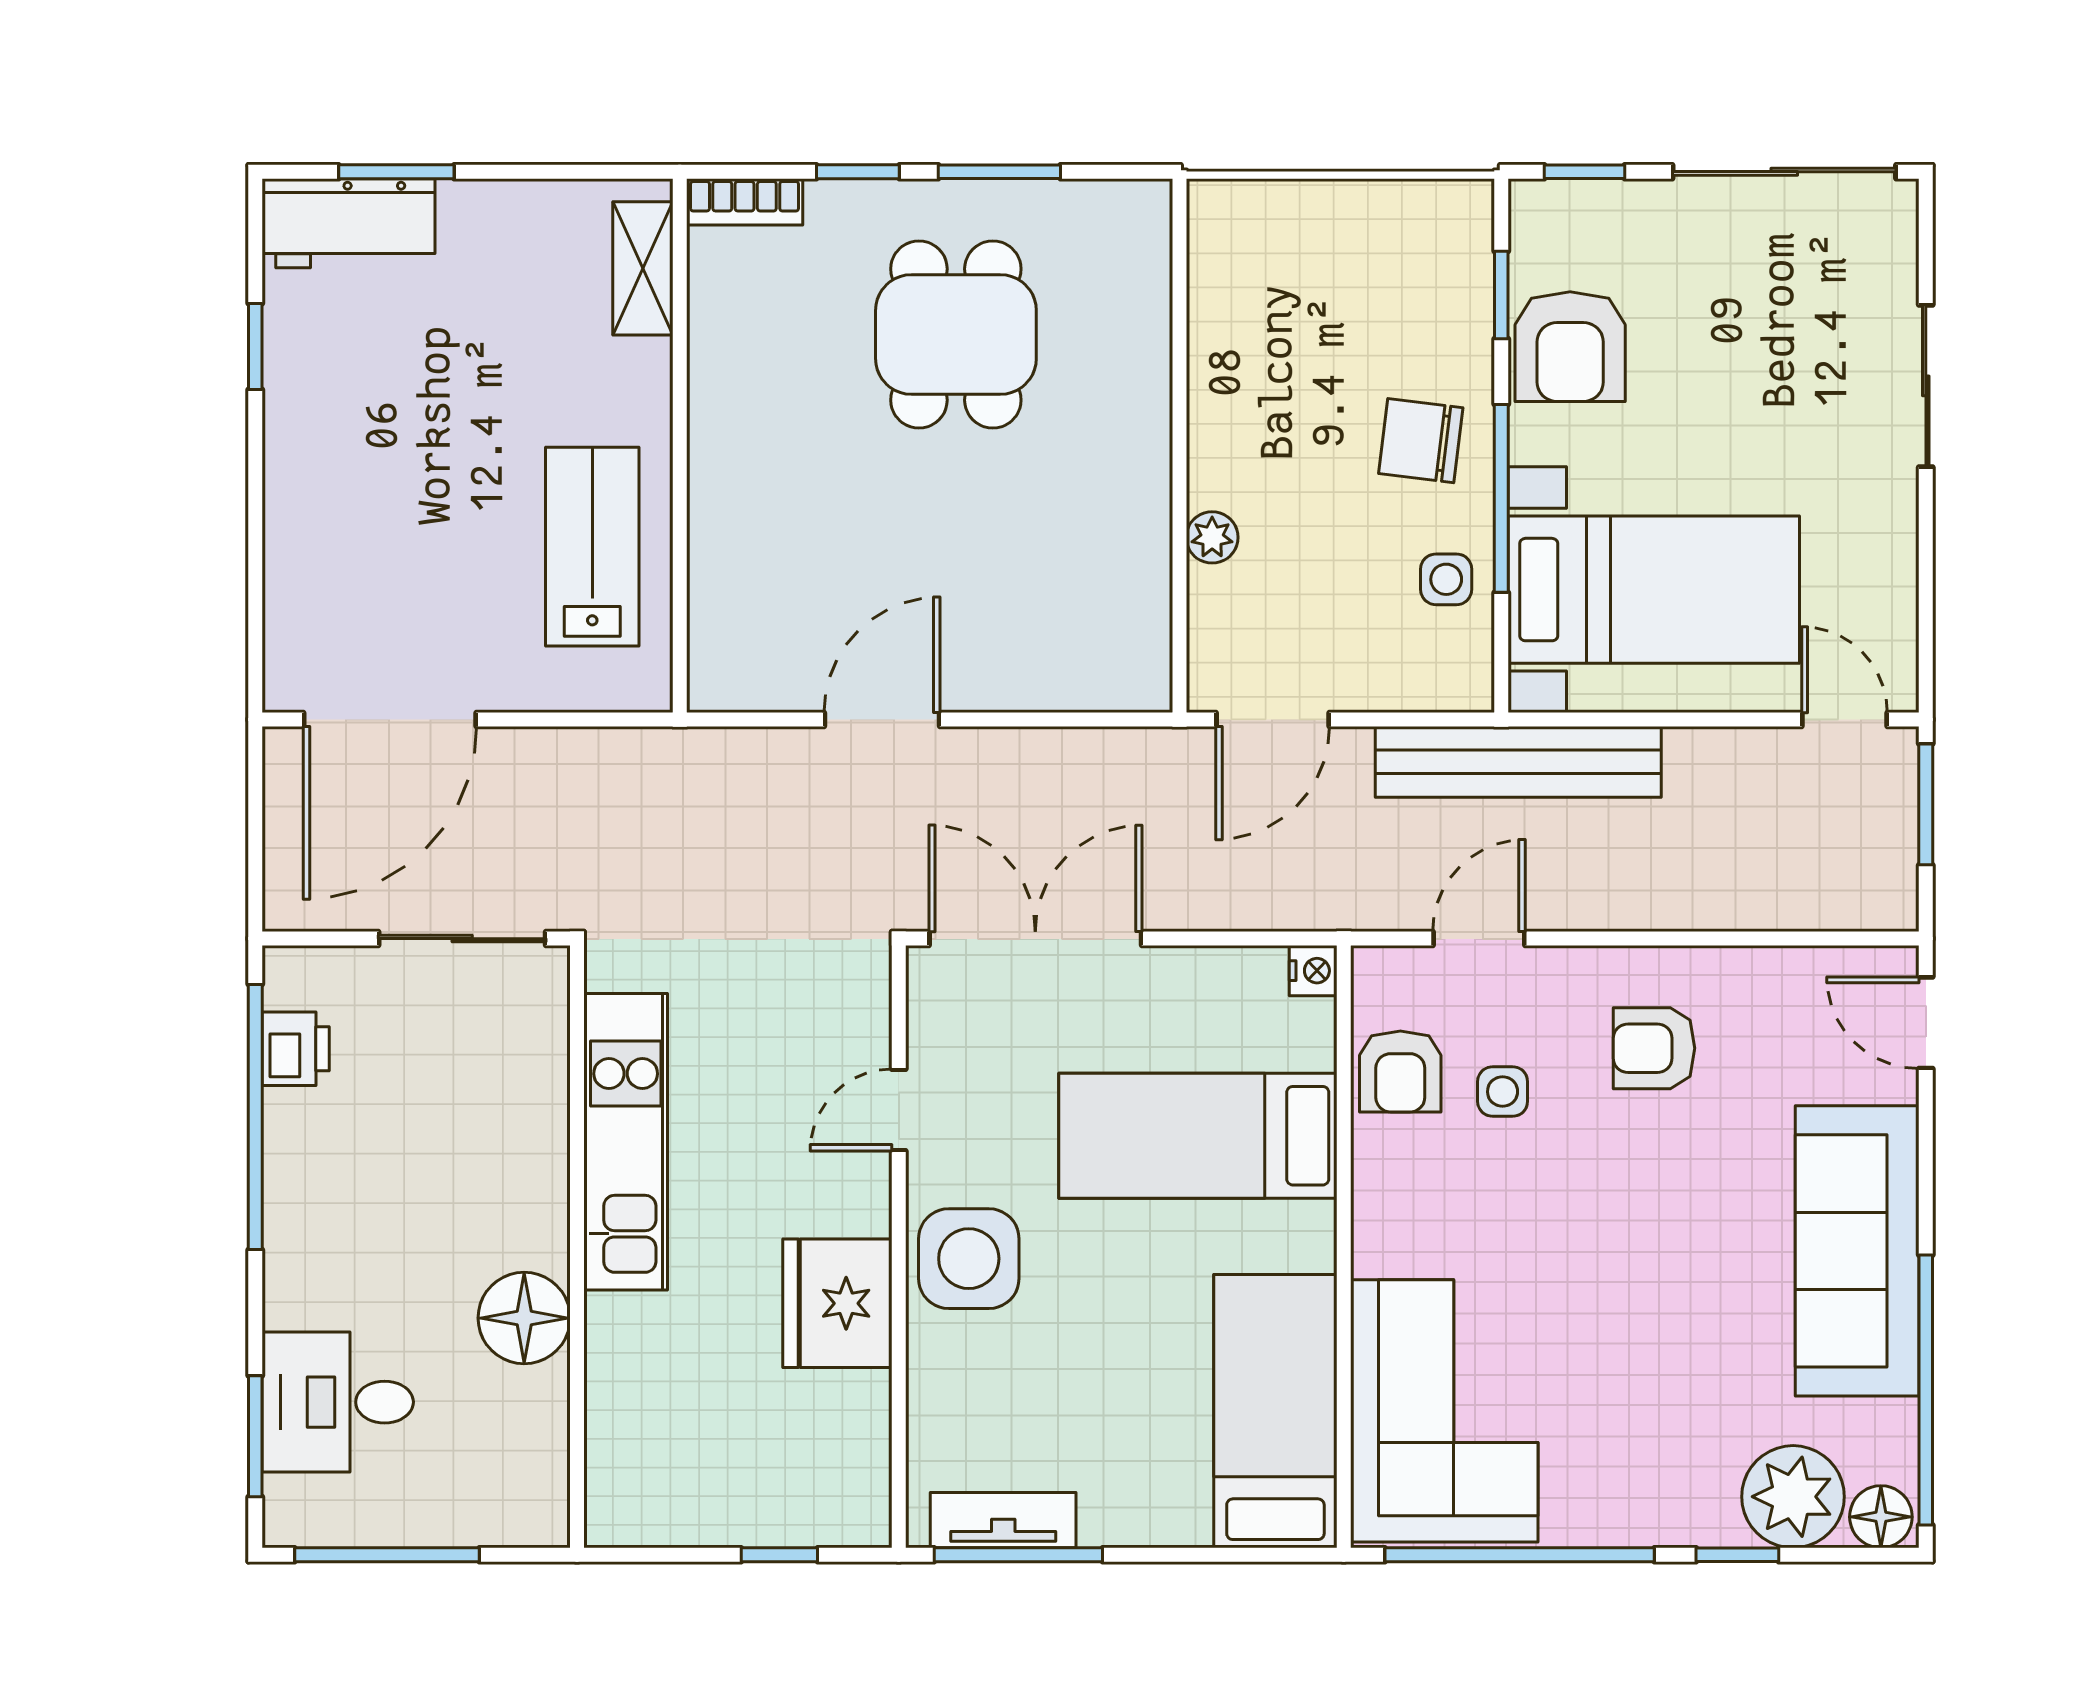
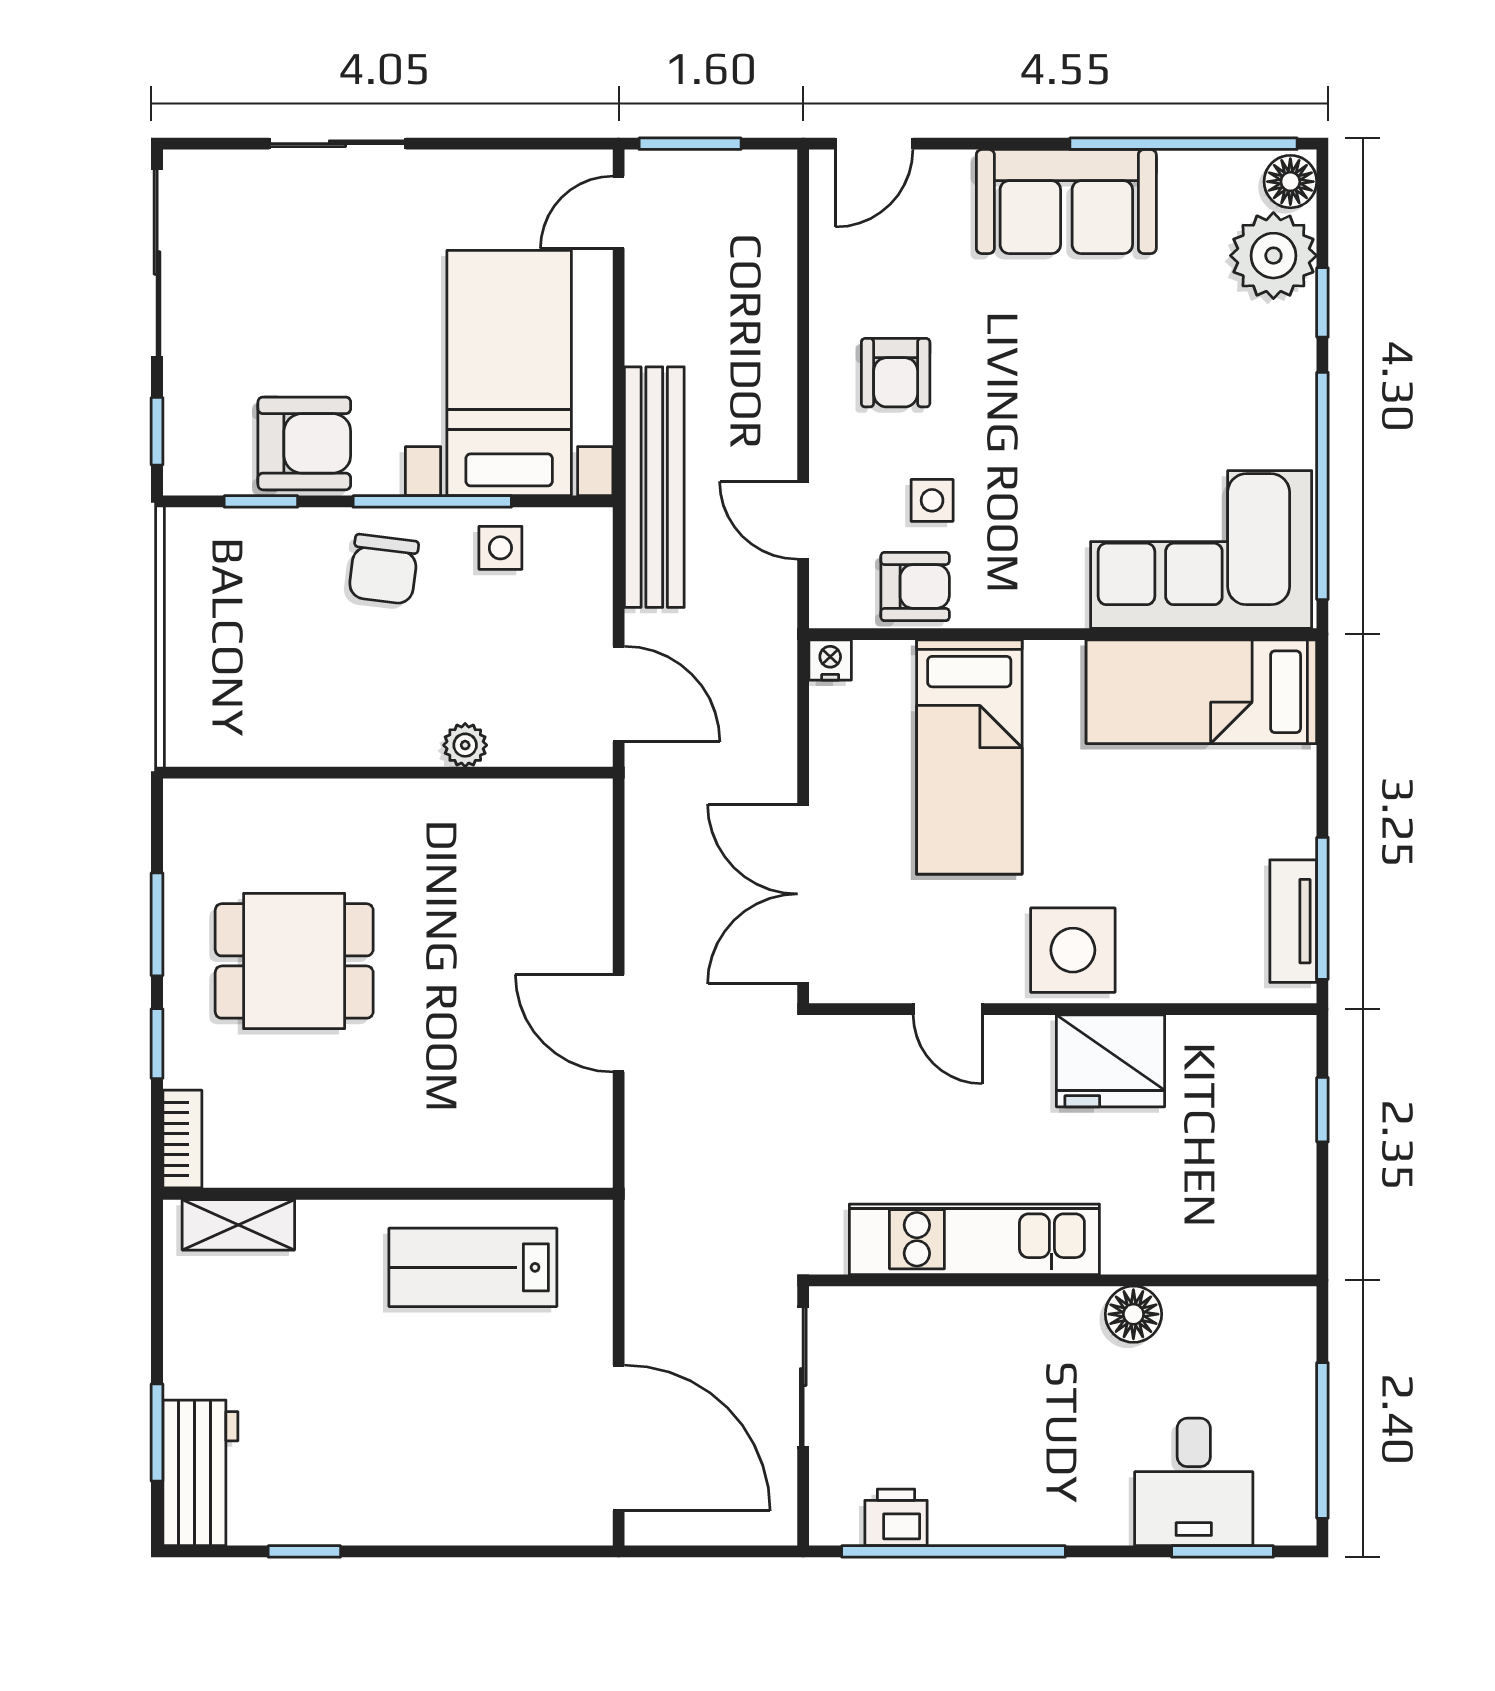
sofa: (1857, 1251) -> (1066, 202), width x0.73
floor lamp: (524, 1318) -> (1133, 1314), width x0.73, depth x0.73

